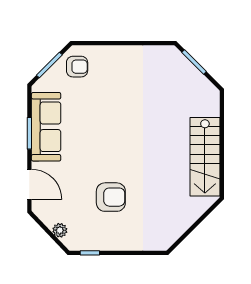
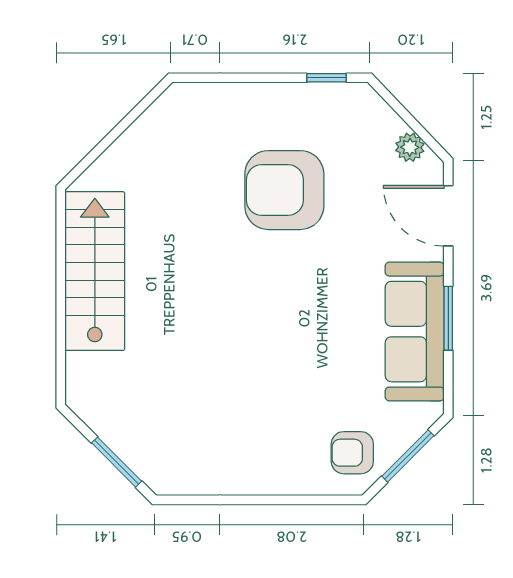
armchair: (111, 197) -> (284, 190), width x1.36, depth x1.36
plant: (60, 230) -> (410, 147), moved

